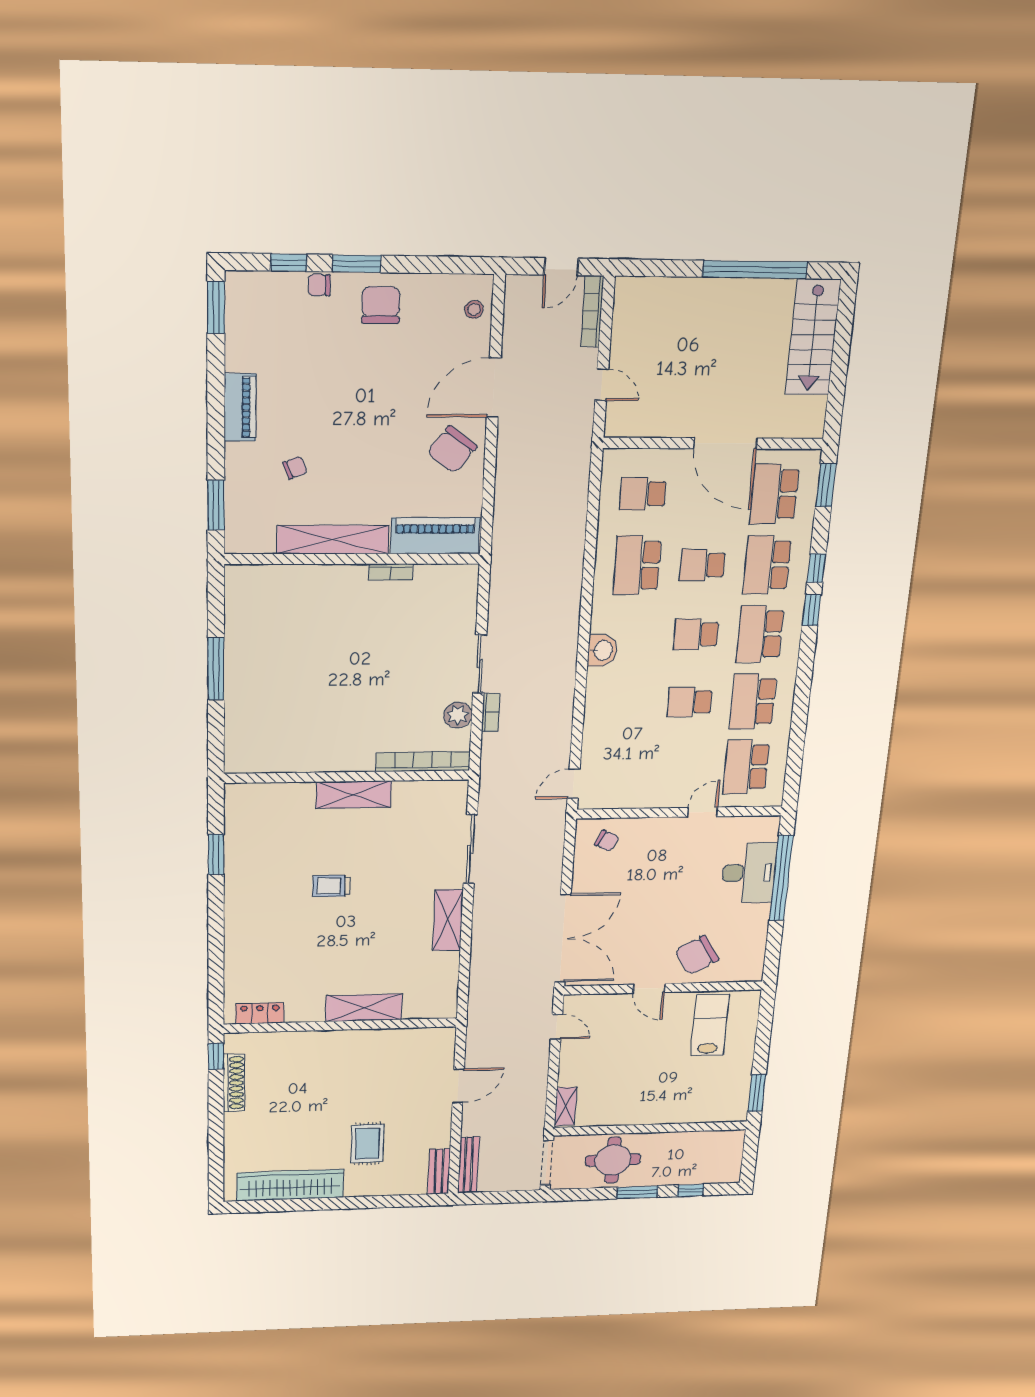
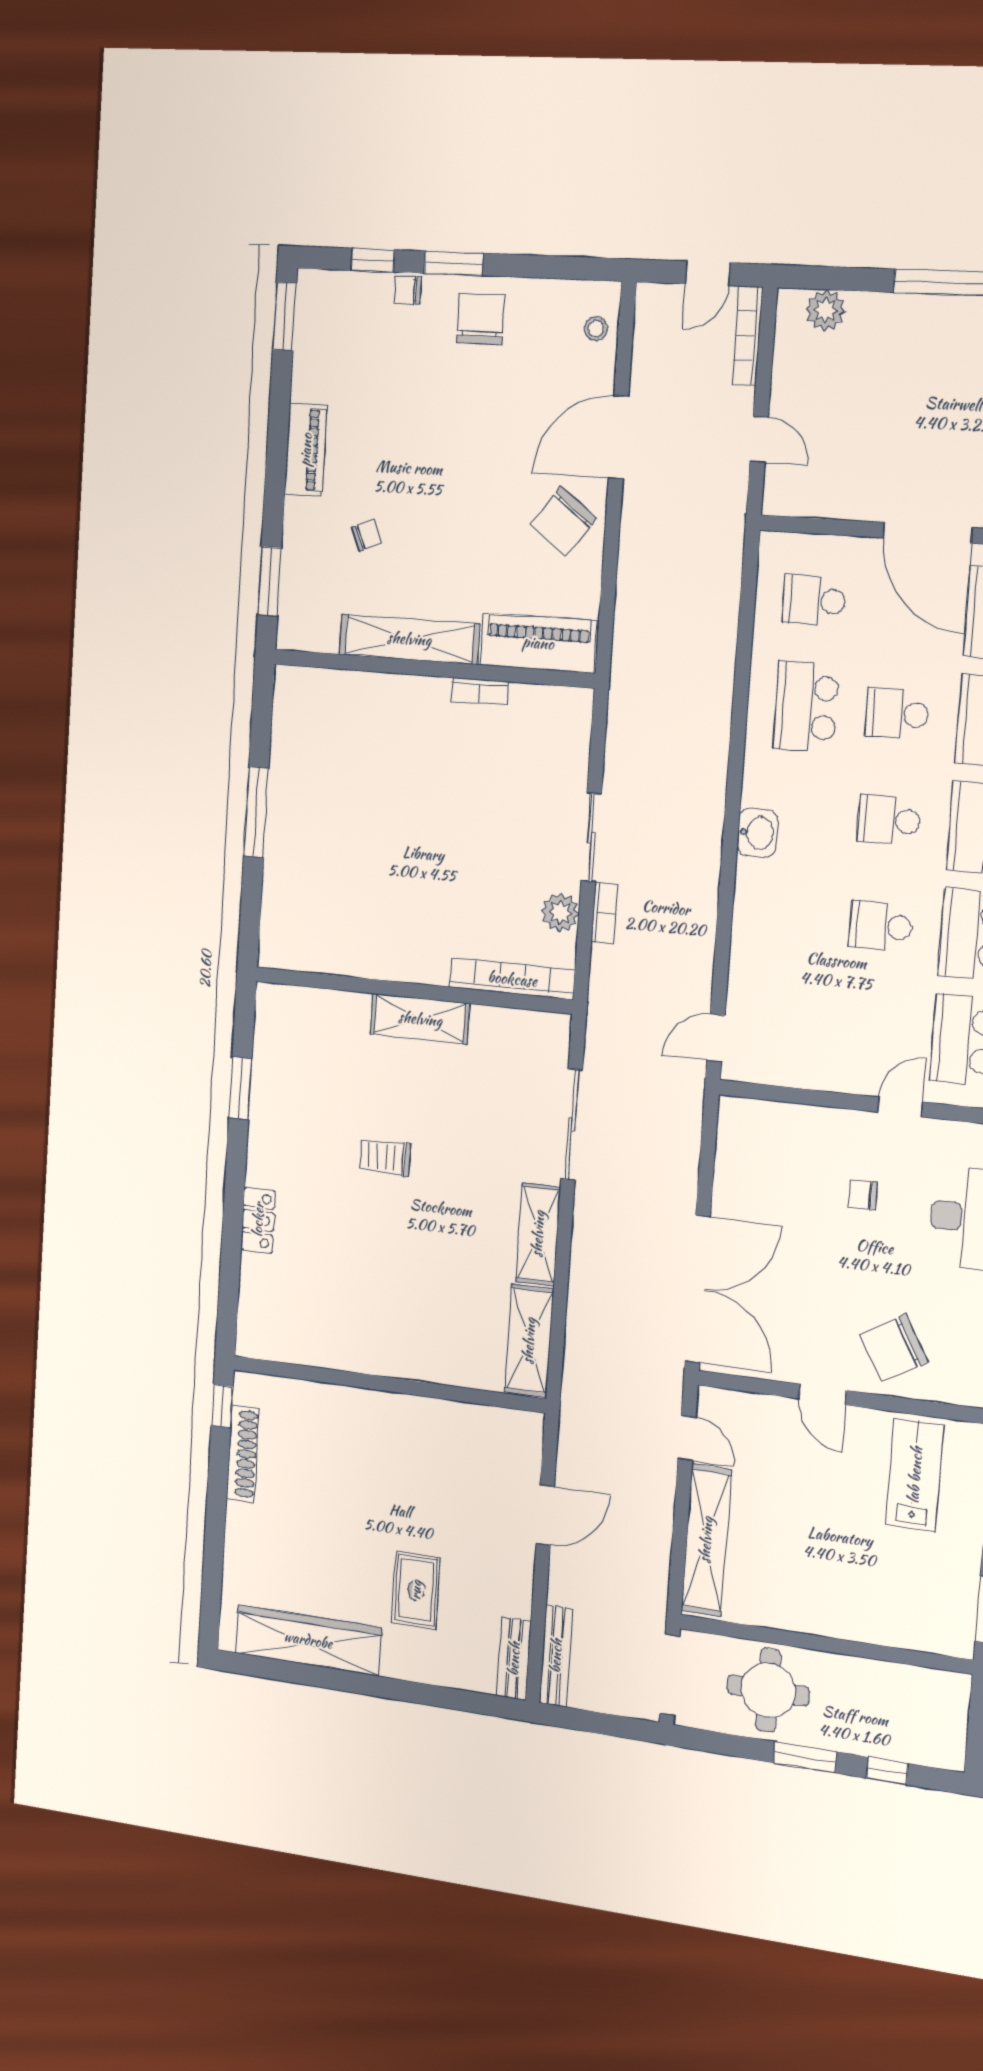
plant: (651, 291) -> (825, 310), added
chair: (607, 841) -> (863, 1194), moved, turned 153
shelving: (364, 1008) -> (529, 1341), moved, turned 90
locker: (260, 1013) -> (258, 1220), moved, turned 90
shelving: (566, 1106) -> (706, 1540), width x2.20, depth x1.33

